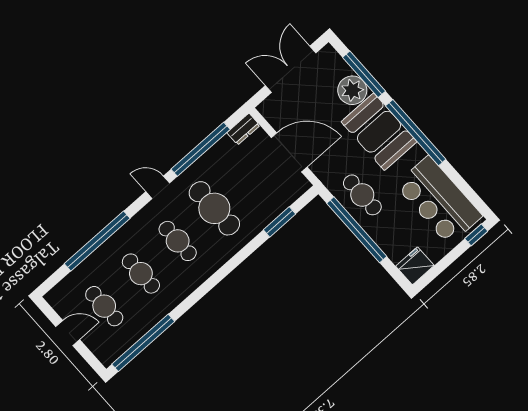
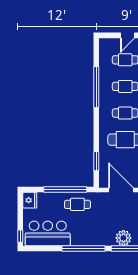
booth: (379, 132) -> (97, 234), removed
door: (289, 152) -> (121, 190), swing flipped
window: (143, 343) -> (96, 87), moved

